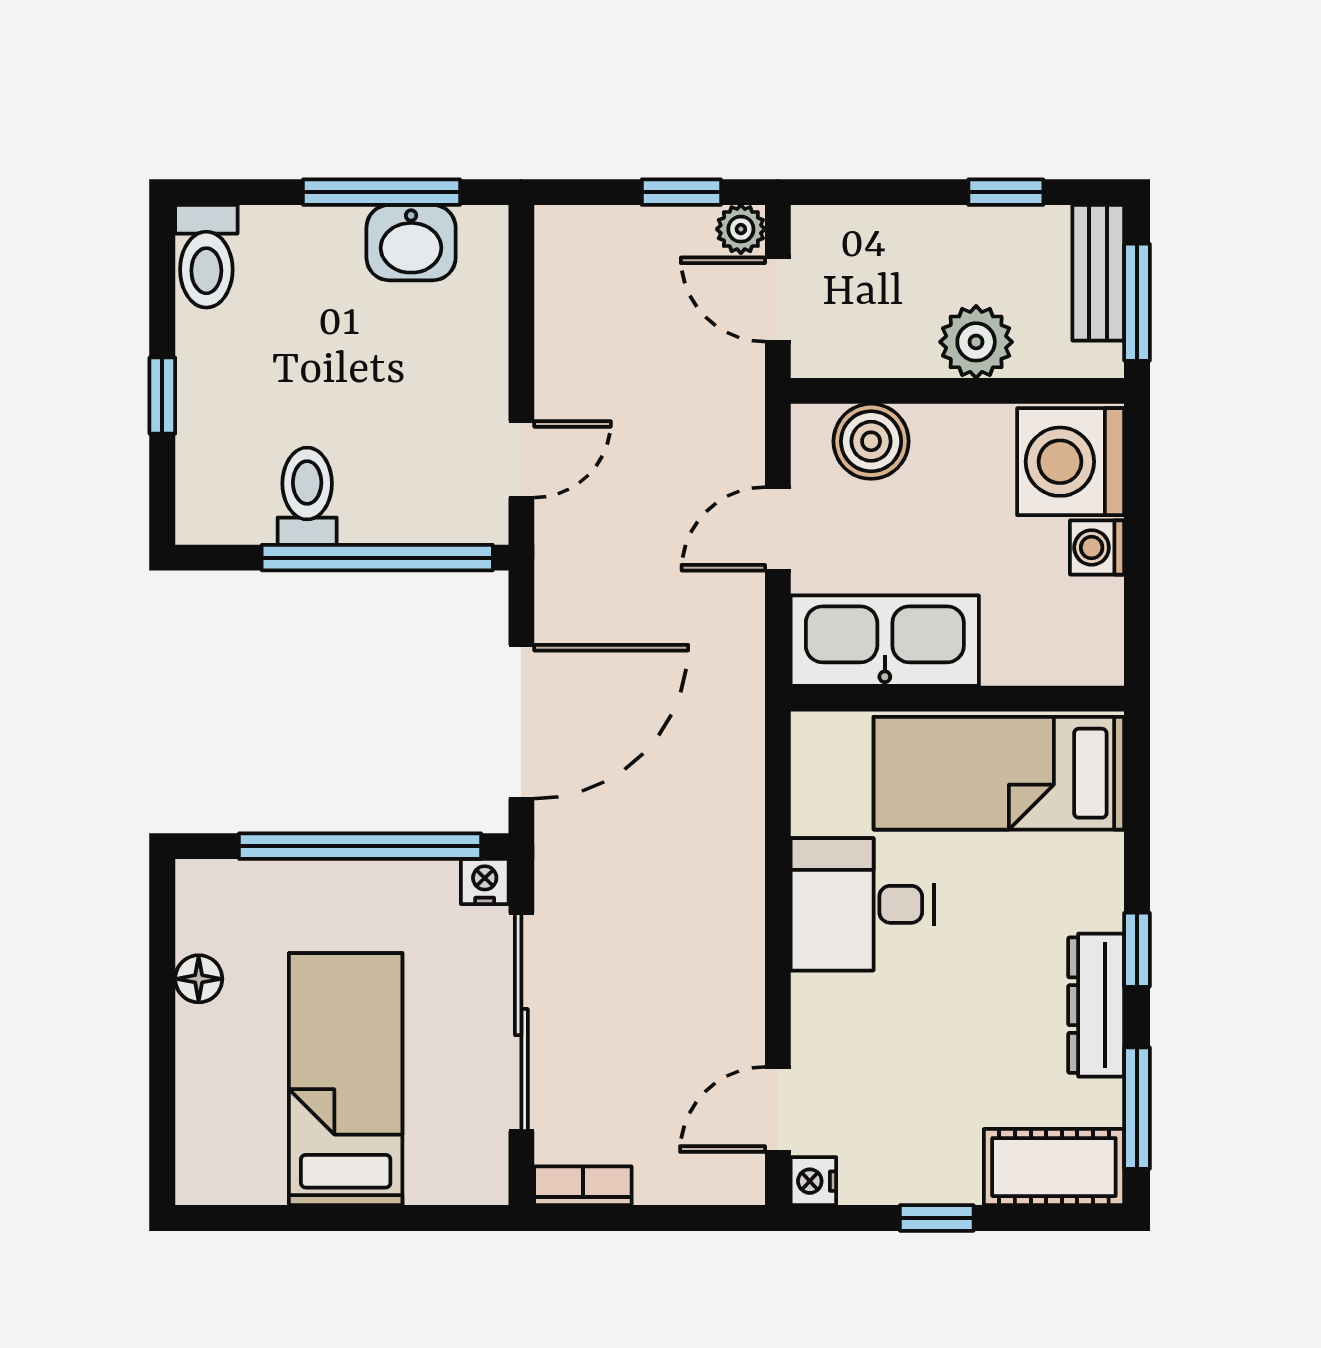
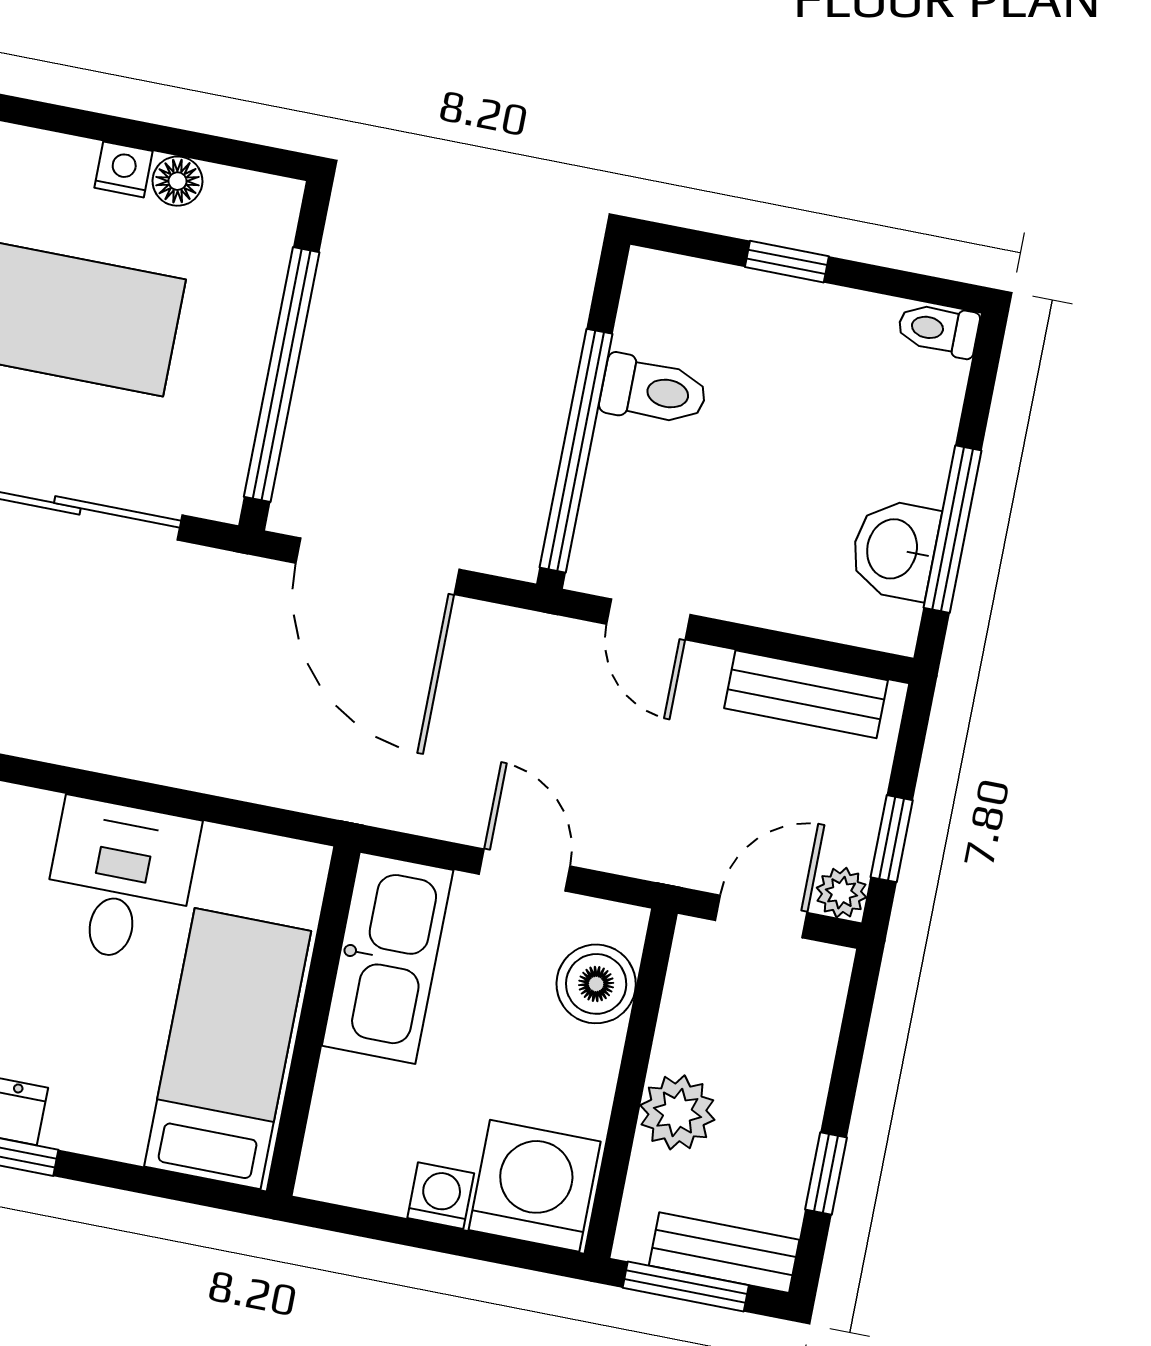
toilet: (206, 256) -> (938, 329), width x0.73, depth x0.72
bench: (562, 299) -> (806, 694), added
nightstand: (485, 881) -> (123, 169), moved, turned -90

